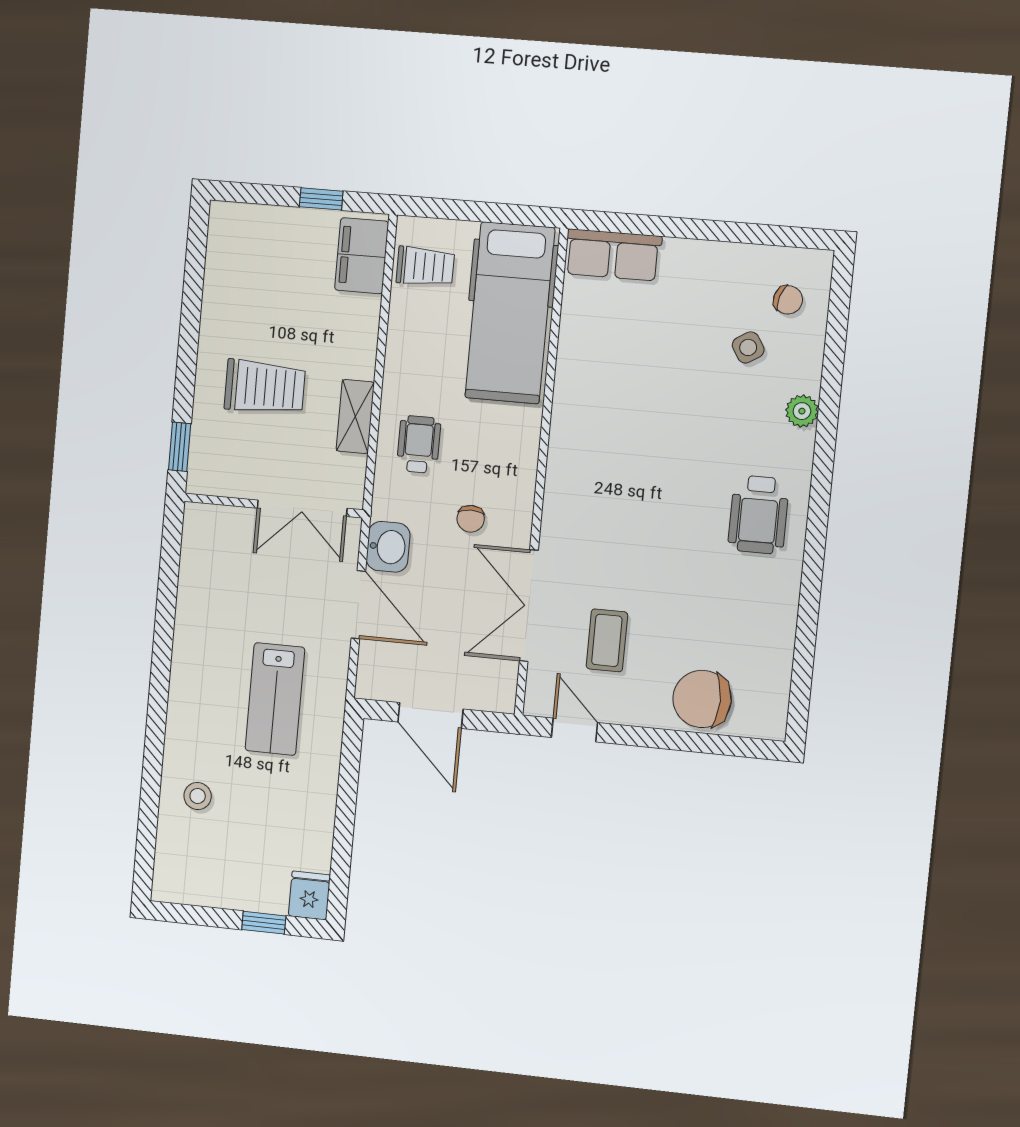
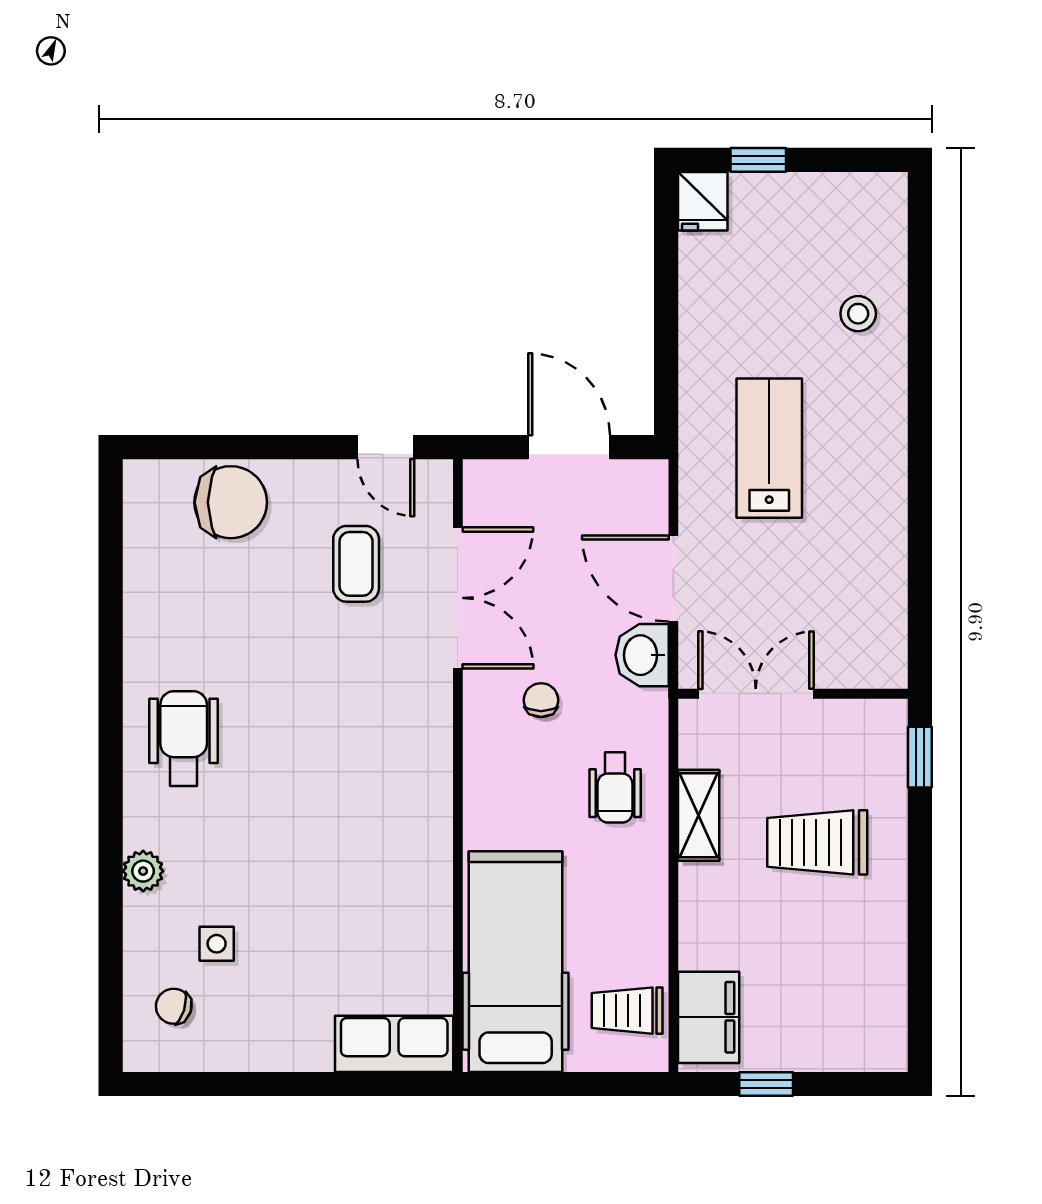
side table: (748, 347) -> (217, 944), turned 32

